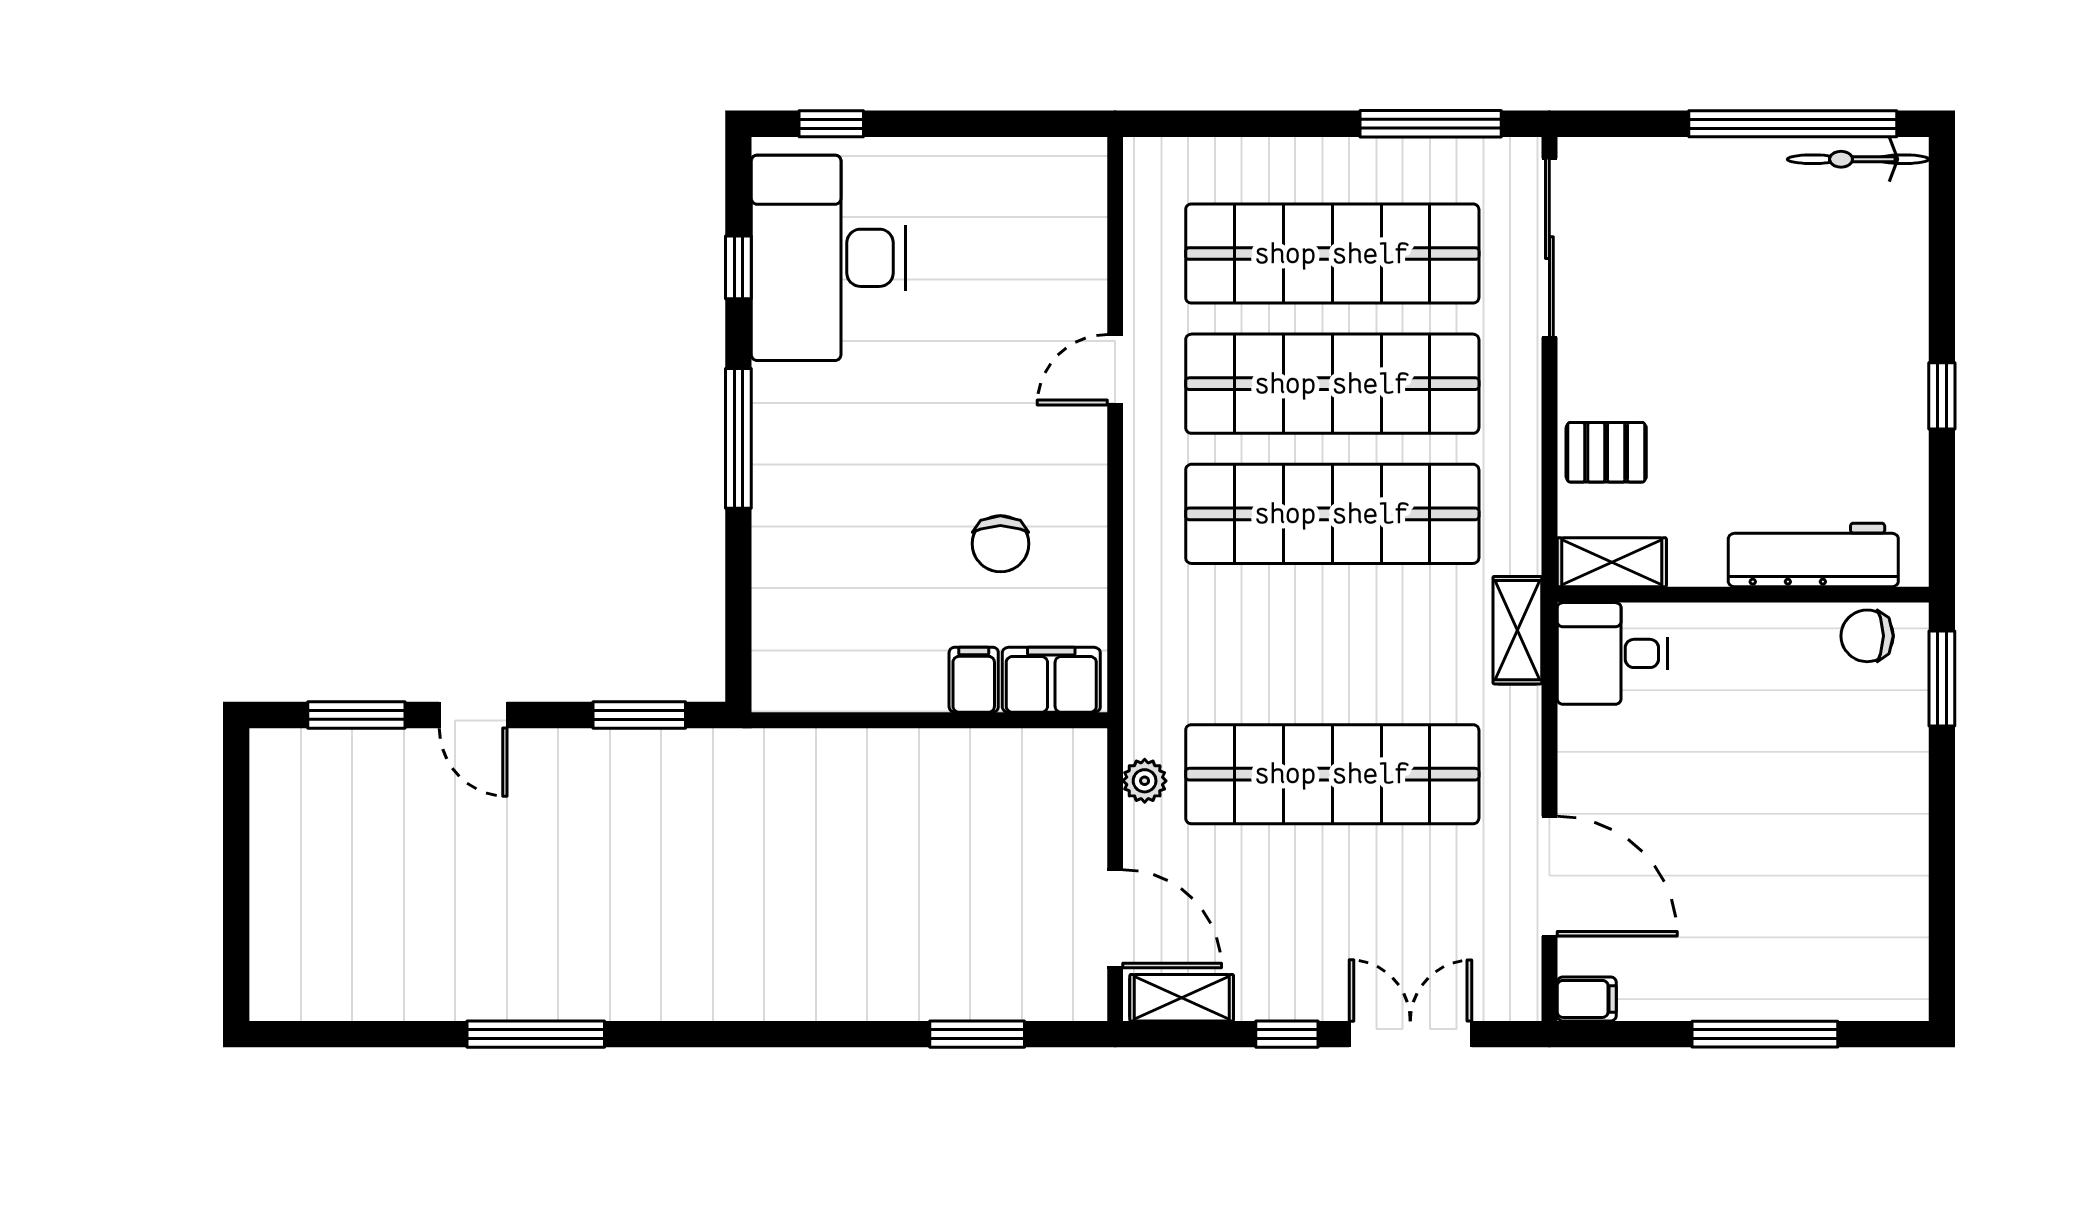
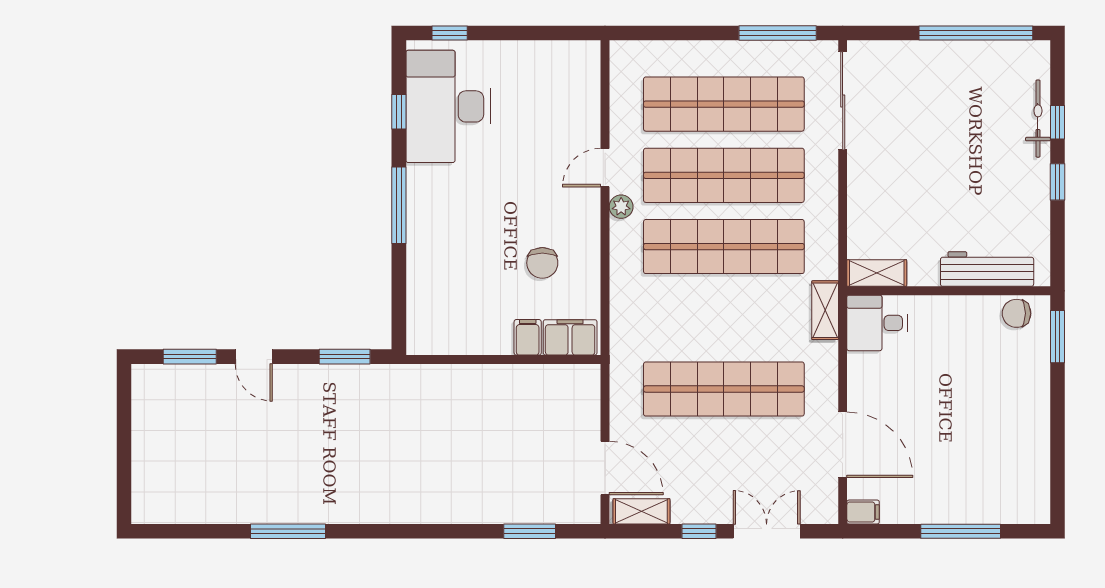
bicycle: (1858, 159) -> (1038, 119), moved, turned 90
window: (1942, 287) -> (1057, 122), added
pallet: (1606, 452) -> (874, 213), removed
plant: (1145, 781) -> (621, 207), moved

